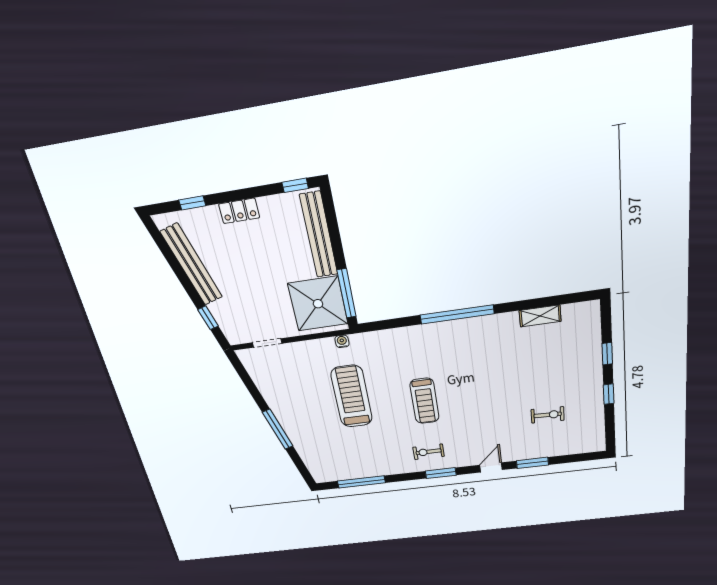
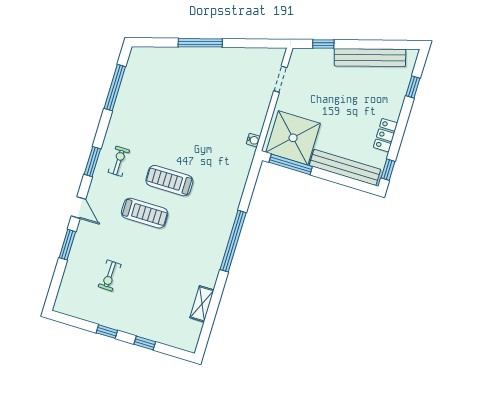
locker: (239, 211) -> (385, 135), moved
treadmill: (352, 396) -> (145, 213), moved, width x0.73, depth x0.73

